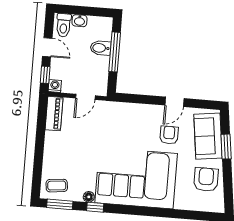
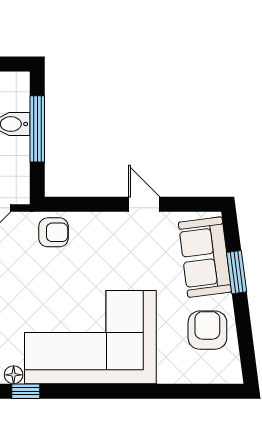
door: (174, 102) -> (144, 204), swing flipped
armchair: (169, 135) -> (54, 232), moved, turned 90

